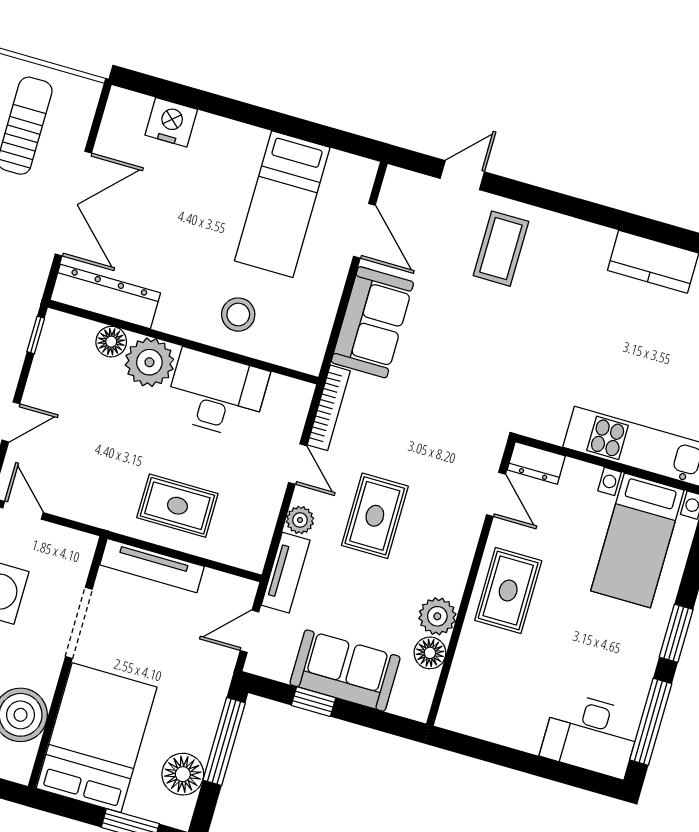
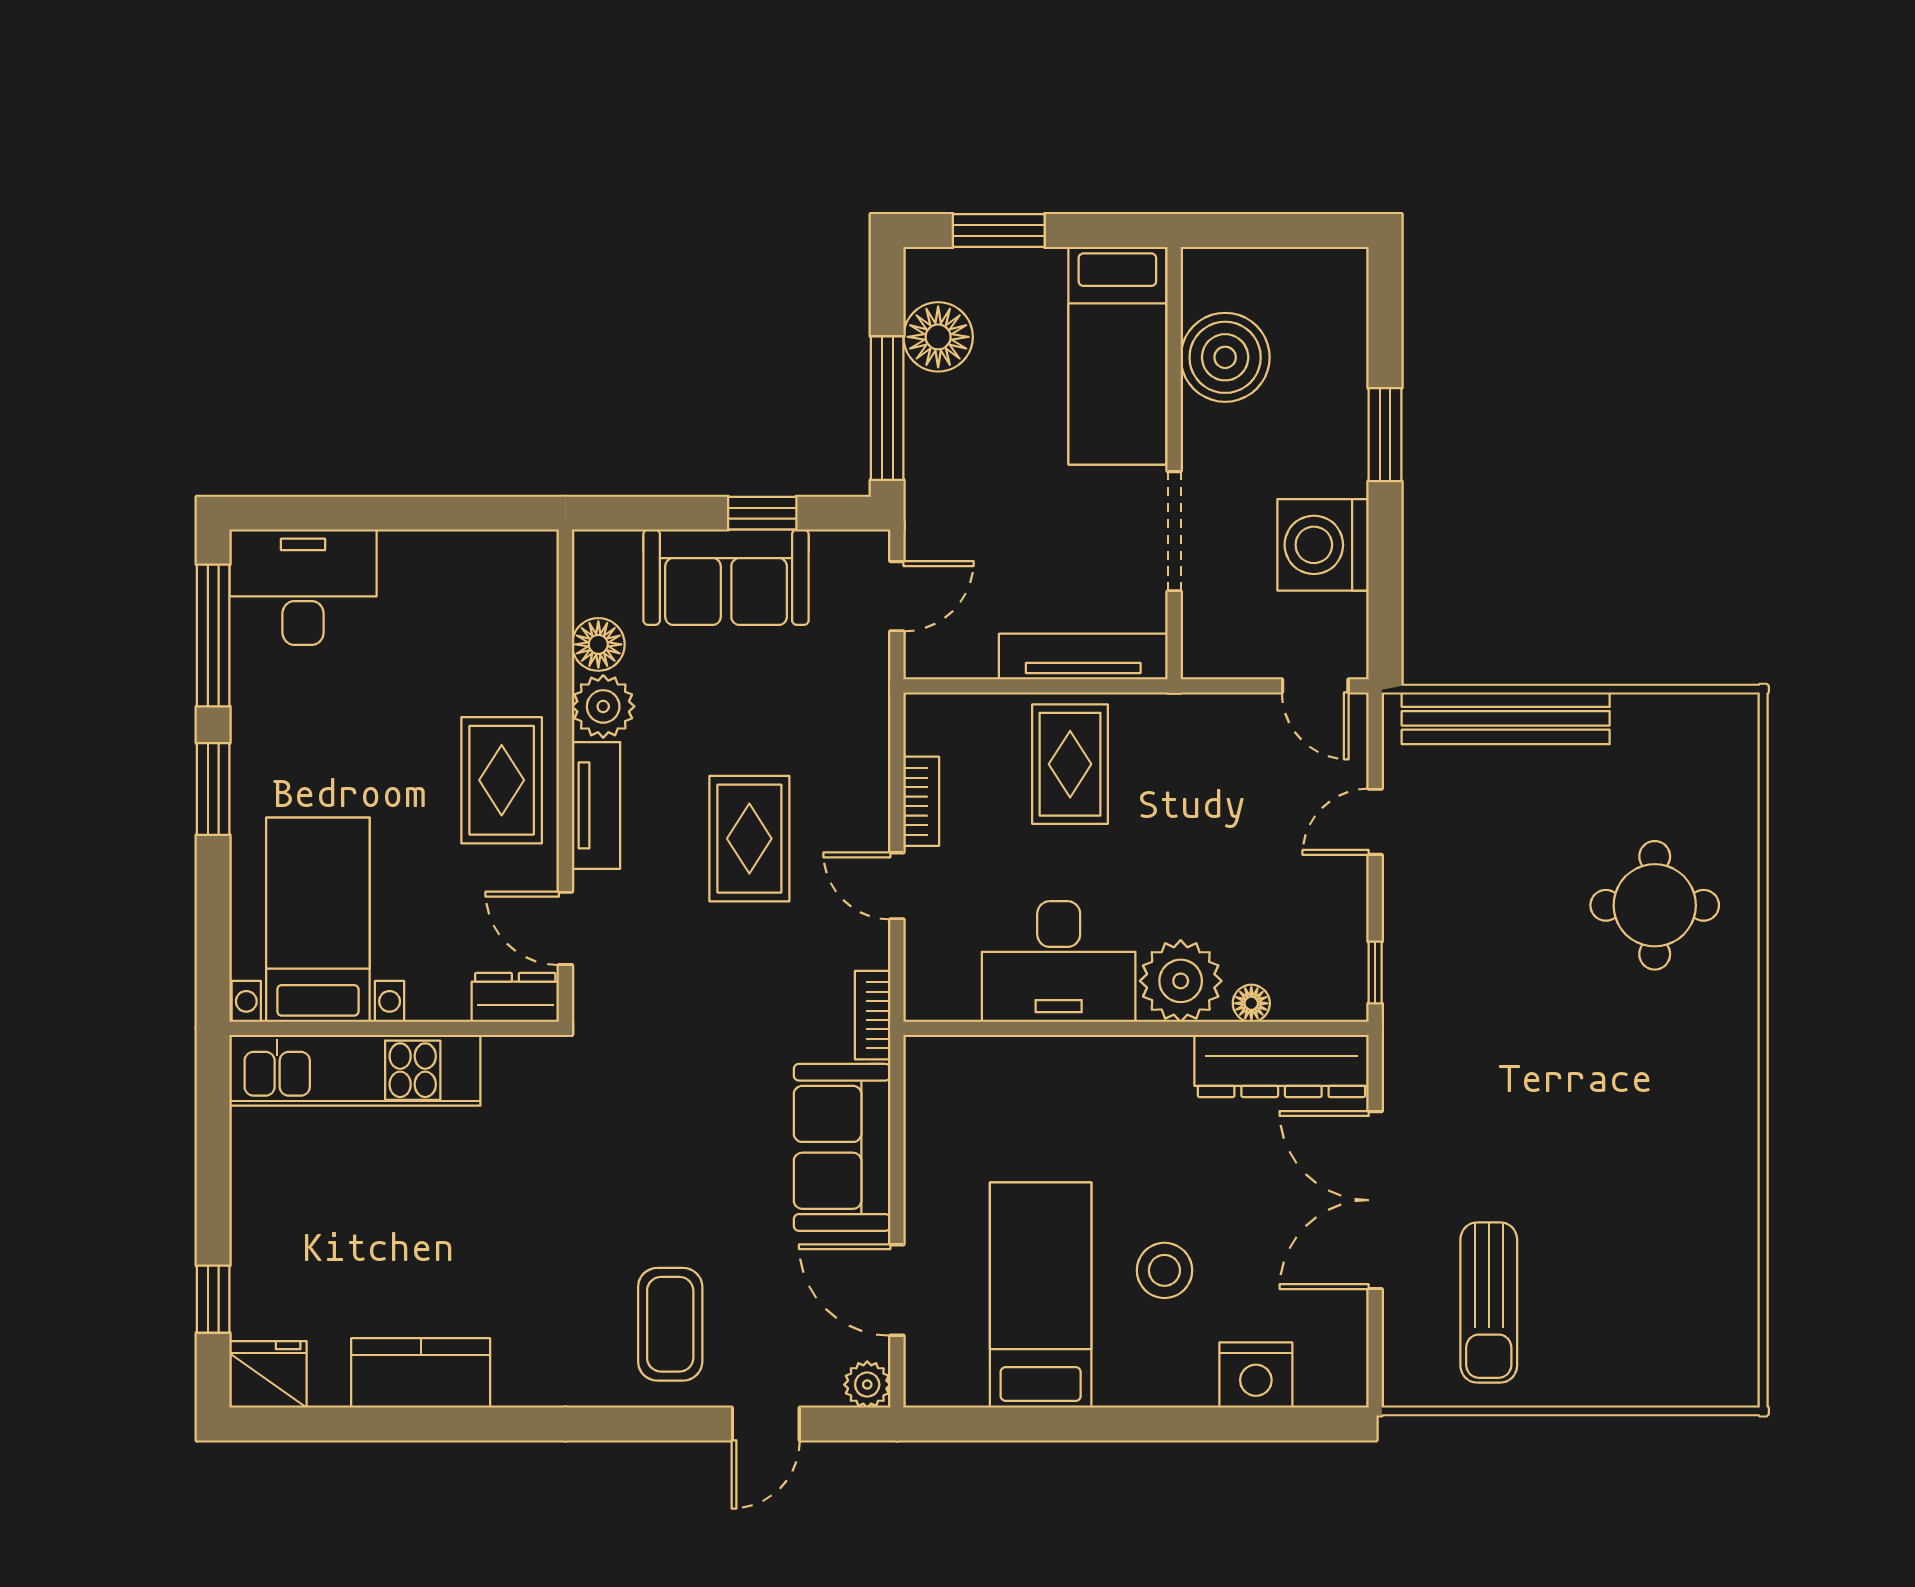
stool: (238, 315) -> (1164, 1270), moved
floor lamp: (111, 342) -> (1251, 1003), width x0.73, depth x0.73
bookcase: (329, 408) -> (873, 1015), width x0.64
rug: (177, 506) -> (1070, 764), turned 90
bookcase: (269, 509) -> (921, 801), added
plant: (300, 520) -> (867, 1385), moved
tv unit: (286, 573) -> (596, 805), moved, turned 180
bed: (97, 738) -> (1117, 356), width x0.67

